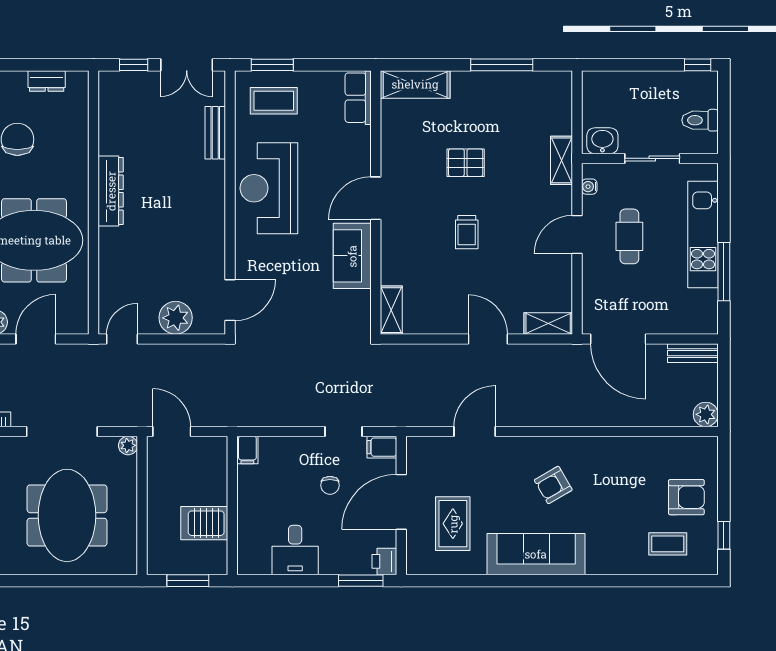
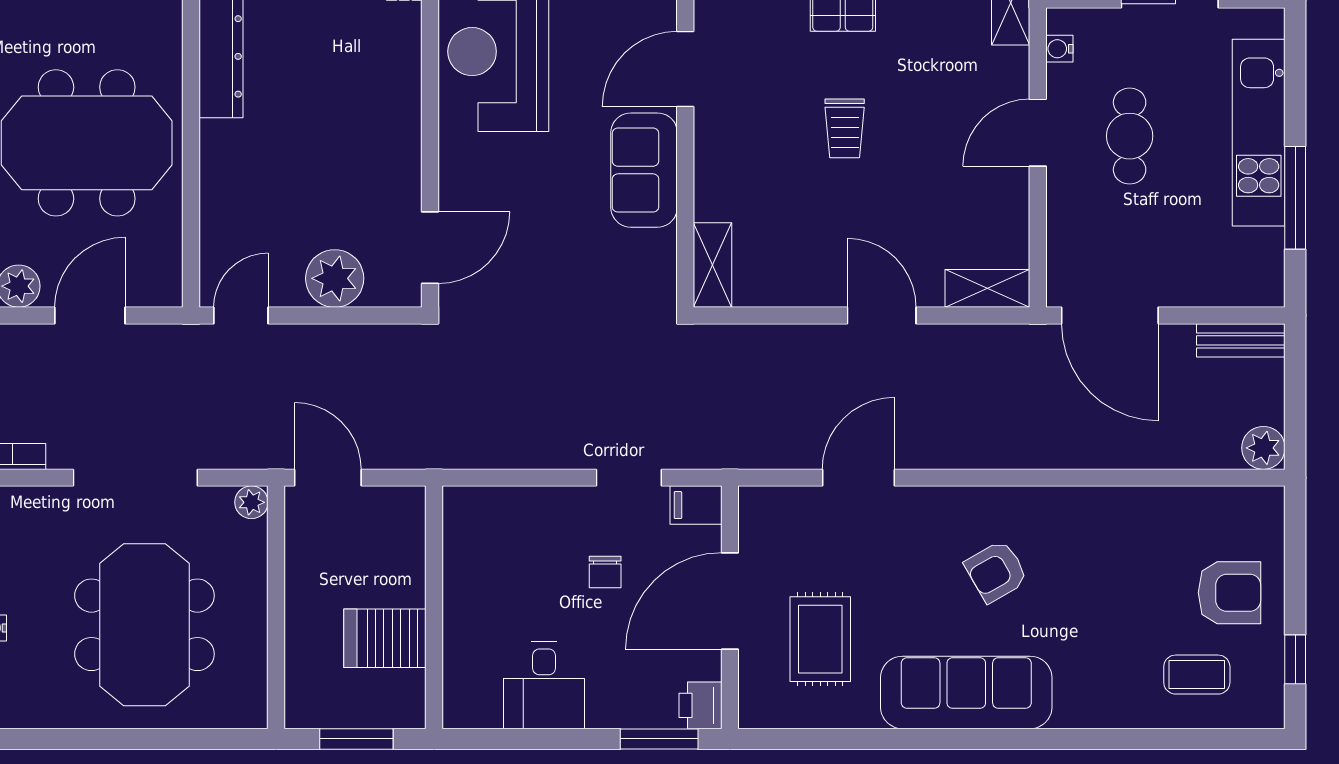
filing cabinet: (247, 450) -> (460, 510), removed

